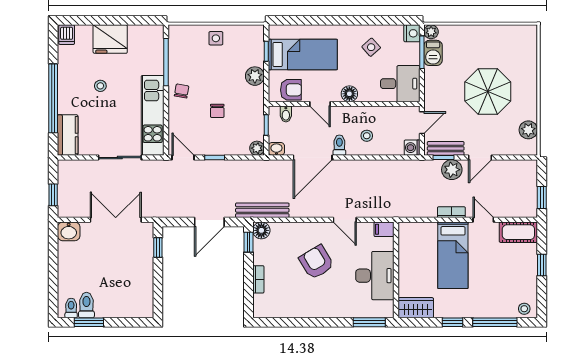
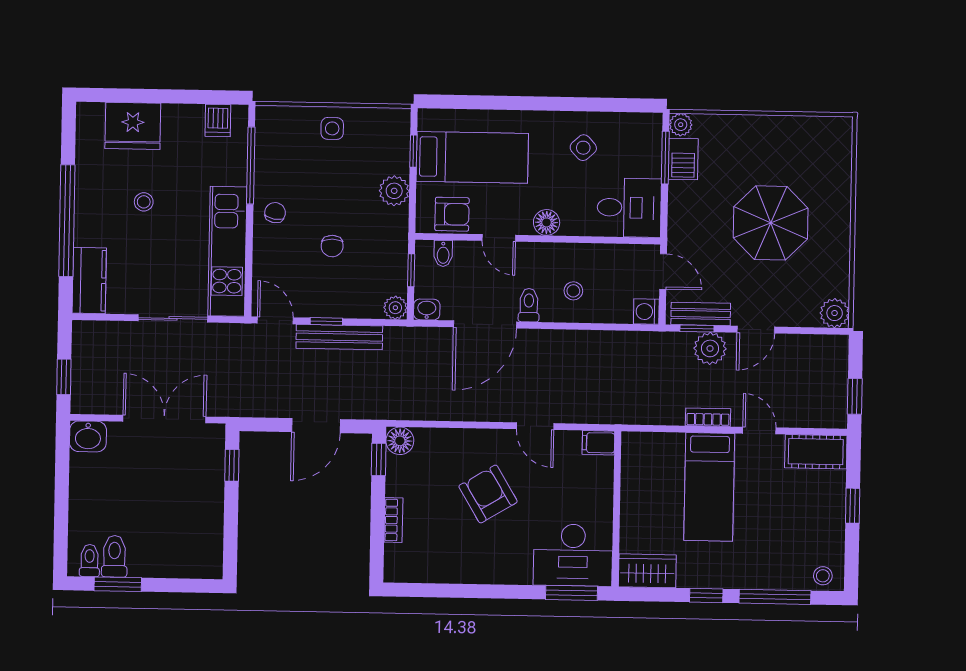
nightstand: (412, 33) -> (650, 127), removed
dishwasher: (67, 35) -> (218, 120), moved
fridge: (110, 39) -> (133, 126), moved
door: (422, 123) -> (663, 271), hinge flipped
plant: (528, 130) -> (835, 313), moved
bench: (262, 210) -> (339, 337), moved
desk: (375, 276) -> (573, 555), moved, turned 90

